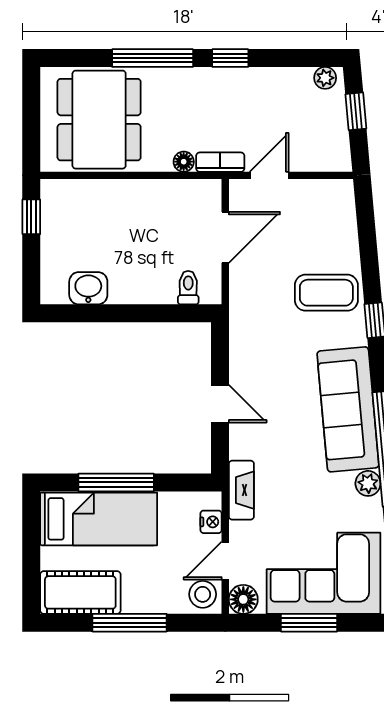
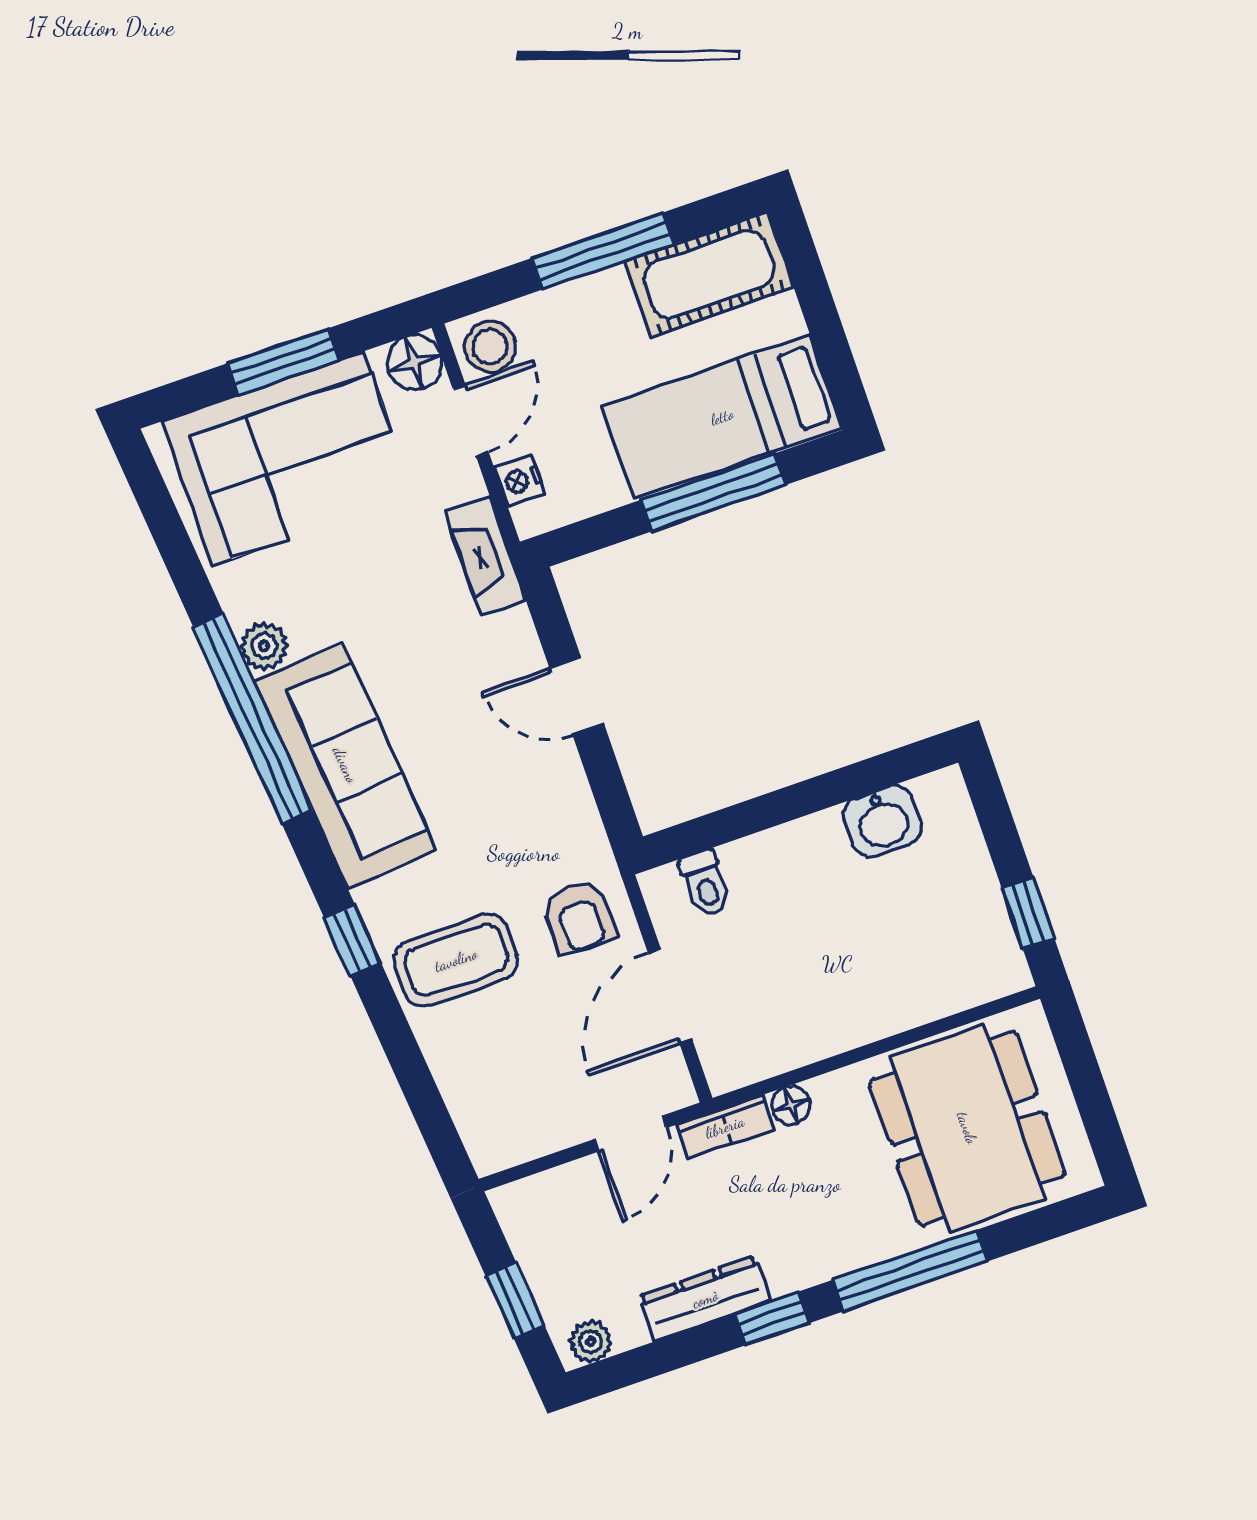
dresser: (260, 80) -> (705, 1299), added
armchair: (257, 293) -> (579, 917), added

